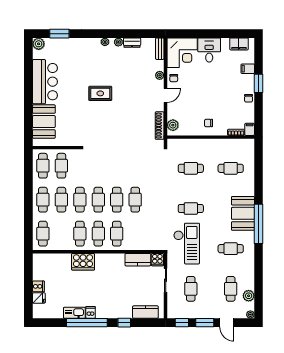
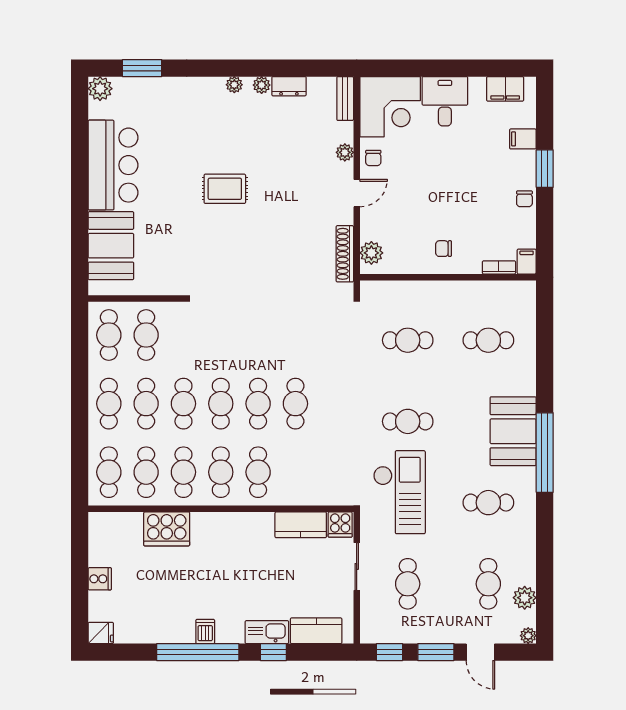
cafe table: (61, 234) -> (146, 472), added
cooker: (83, 262) -> (167, 529), moved
fridge: (39, 298) -> (101, 633), moved
kitchen sink: (74, 313) -> (267, 632), moved

